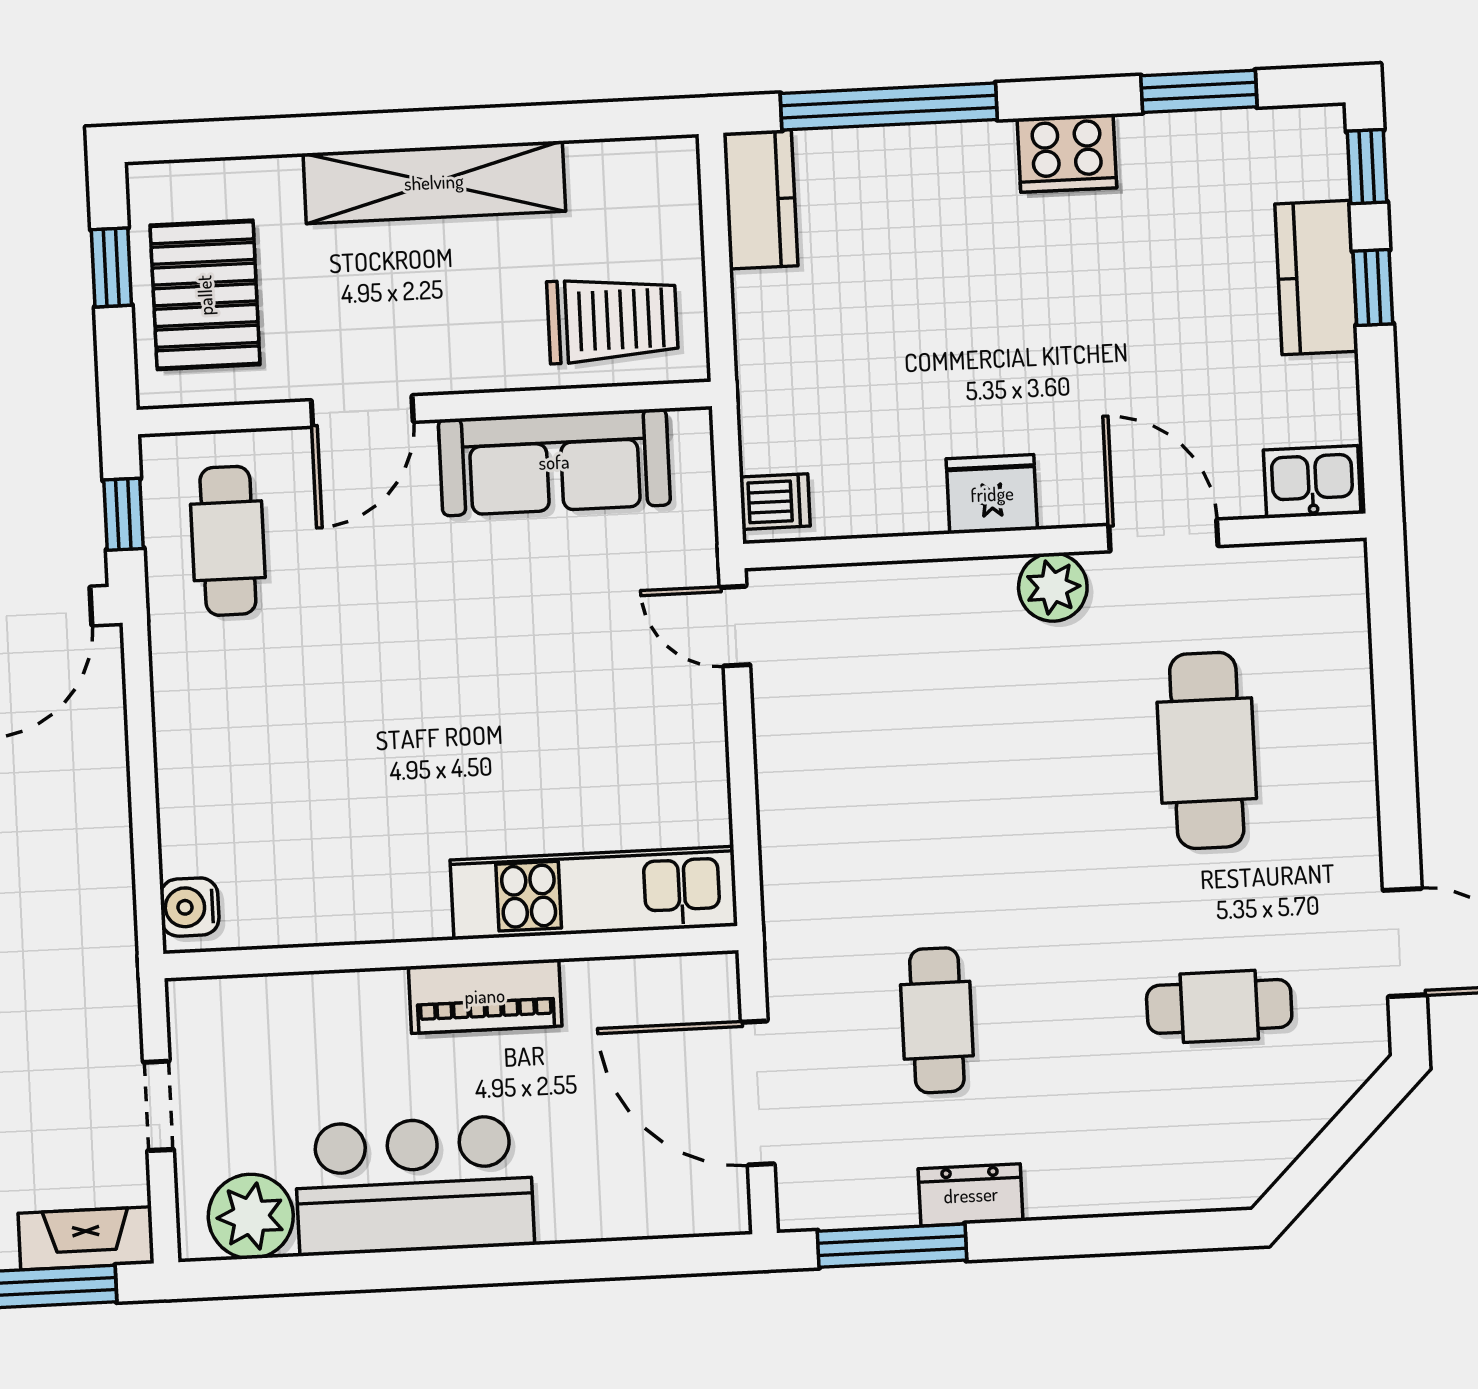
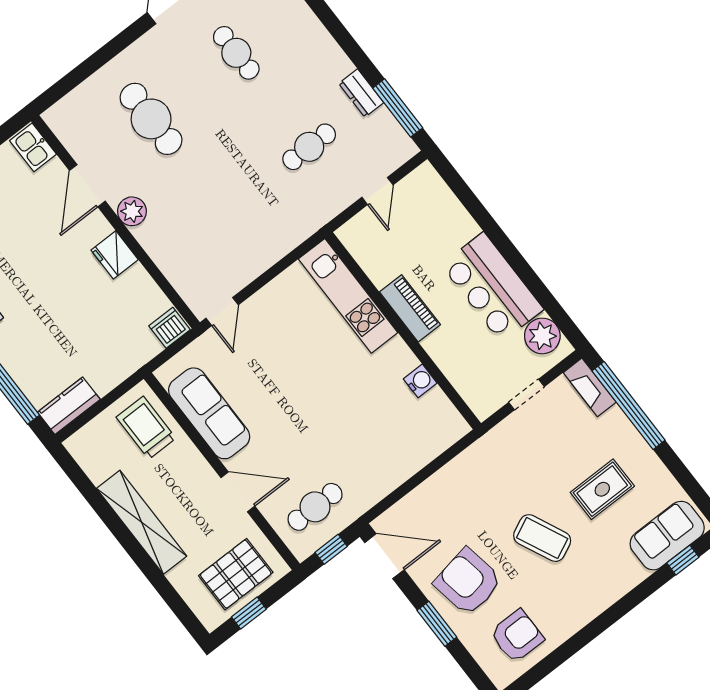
dishwasher: (775, 502) -> (169, 328), width x1.38
cafe table: (1207, 750) -> (151, 119), turned 90
water cooler: (190, 907) -> (420, 381), moved, turned -90
door: (758, 1093) -> (377, 191), width x0.53

